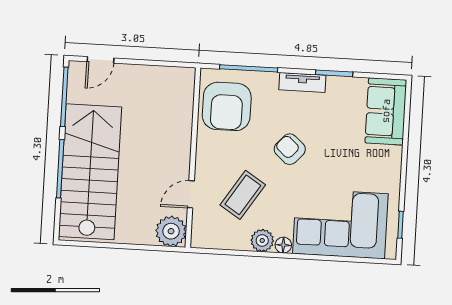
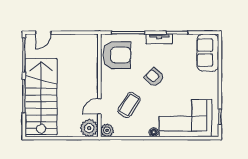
armchair: (227, 106) -> (117, 55), turned -90
plant: (262, 240) -> (107, 130), moved

